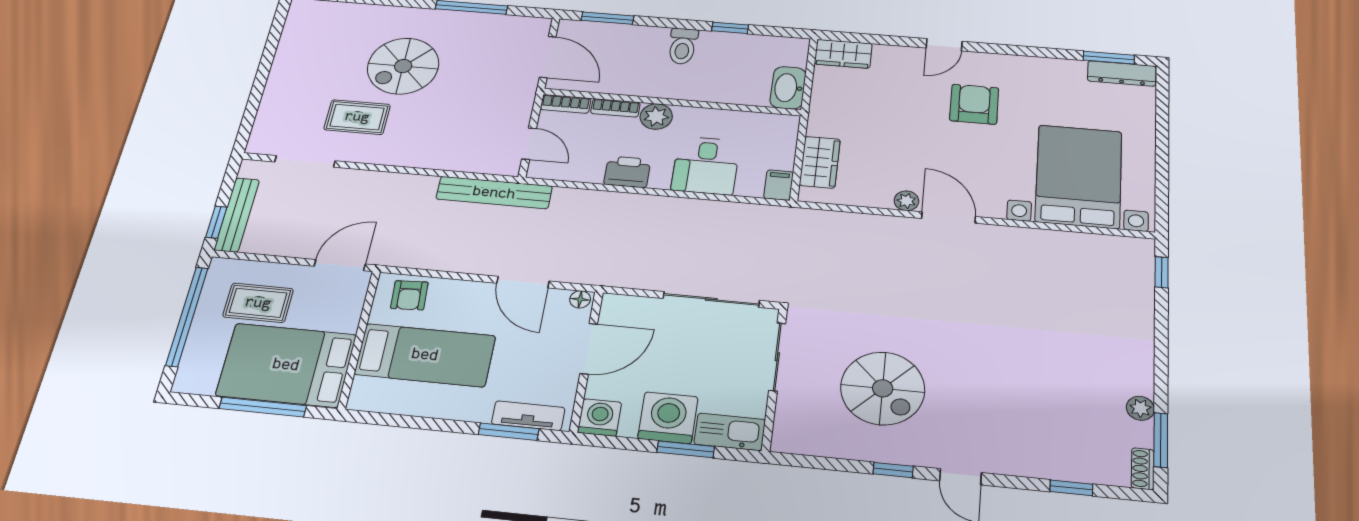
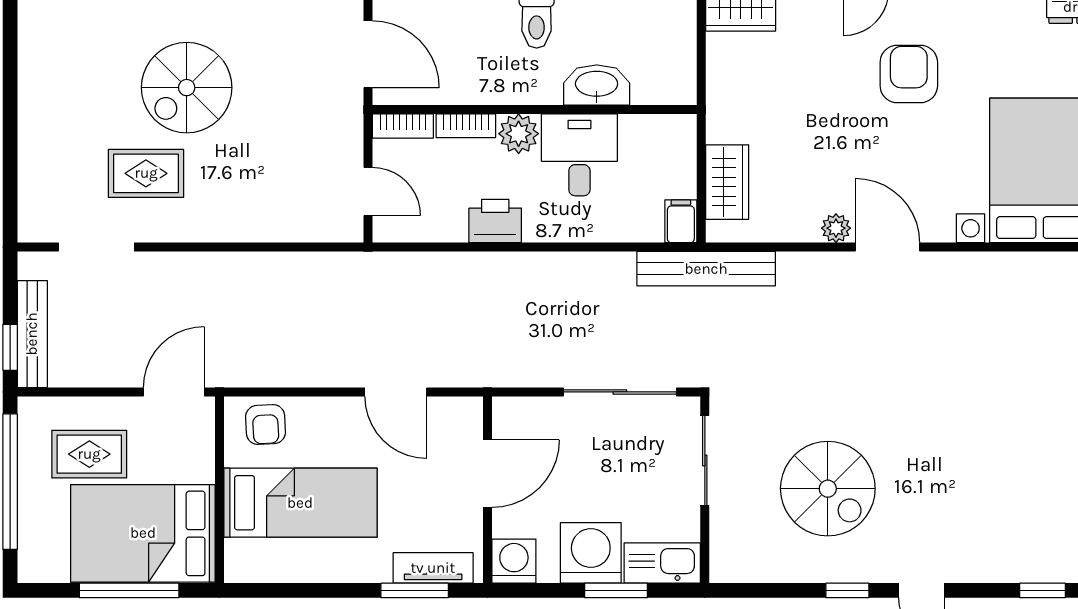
washbasin: (788, 88) -> (597, 85), moved, turned 90
desk: (706, 166) -> (579, 155), moved, turned 180
bench: (494, 193) -> (706, 269), moved
floor lamp: (580, 299) -> (467, 408), removed

